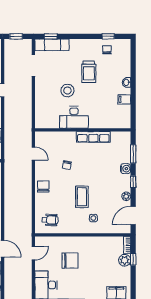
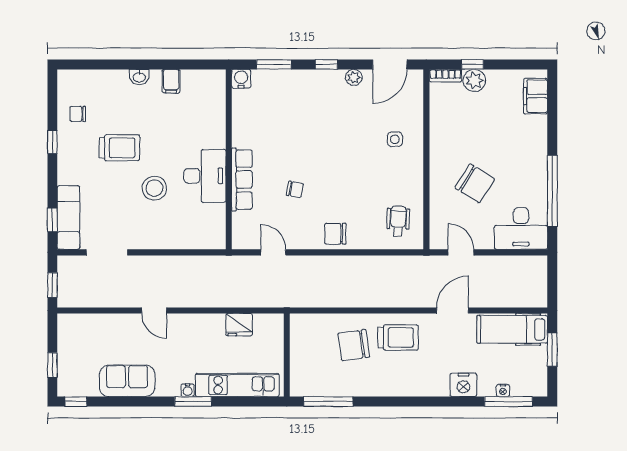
window: (108, 36) -> (52, 142), moved
row of seats: (93, 137) -> (242, 180), moved
door: (33, 154) -> (273, 252), hinge flipped
water cooler: (126, 169) -> (241, 79), moved
coffee table: (82, 197) -> (355, 161), removed
door: (133, 215) -> (390, 64), hinge flipped
chair: (70, 260) -> (475, 183), turned 122

